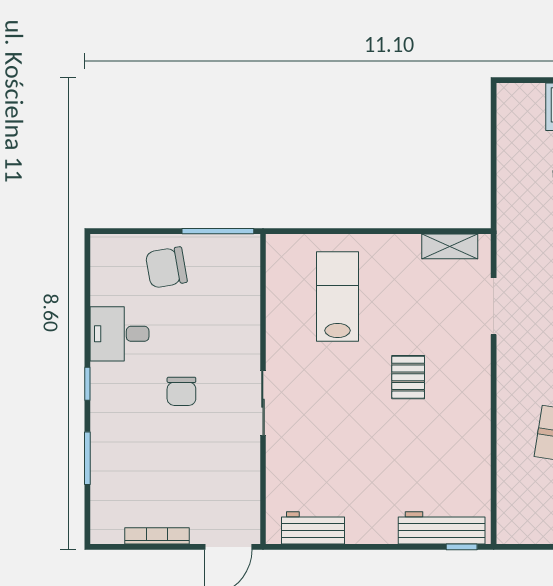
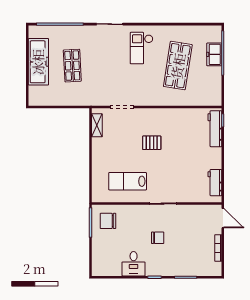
chair: (166, 267) -> (108, 221), moved, turned 100
lab bench: (338, 296) -> (128, 181), moved

